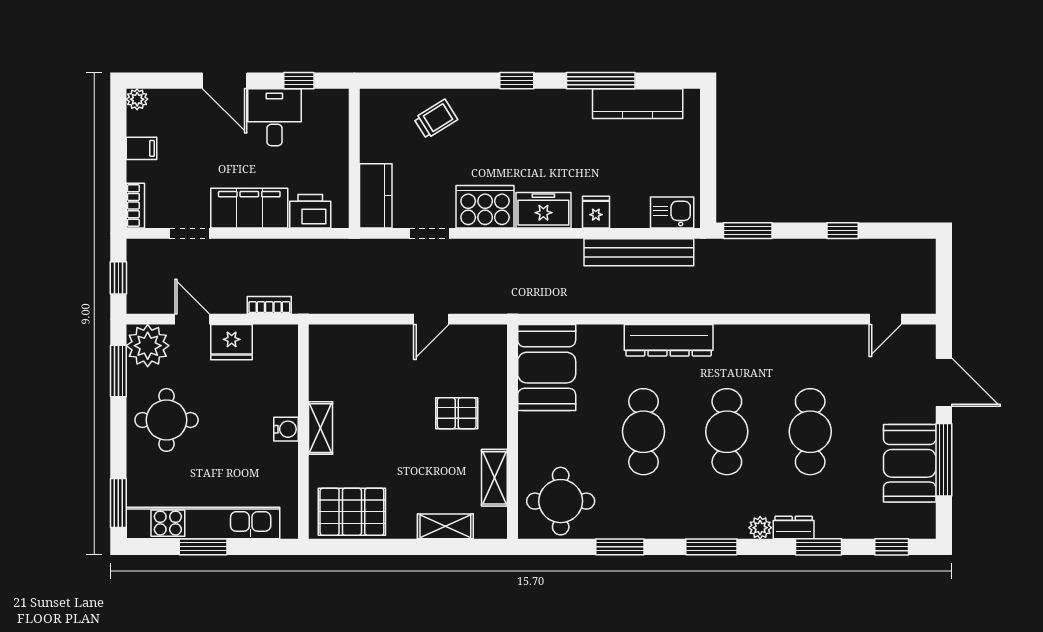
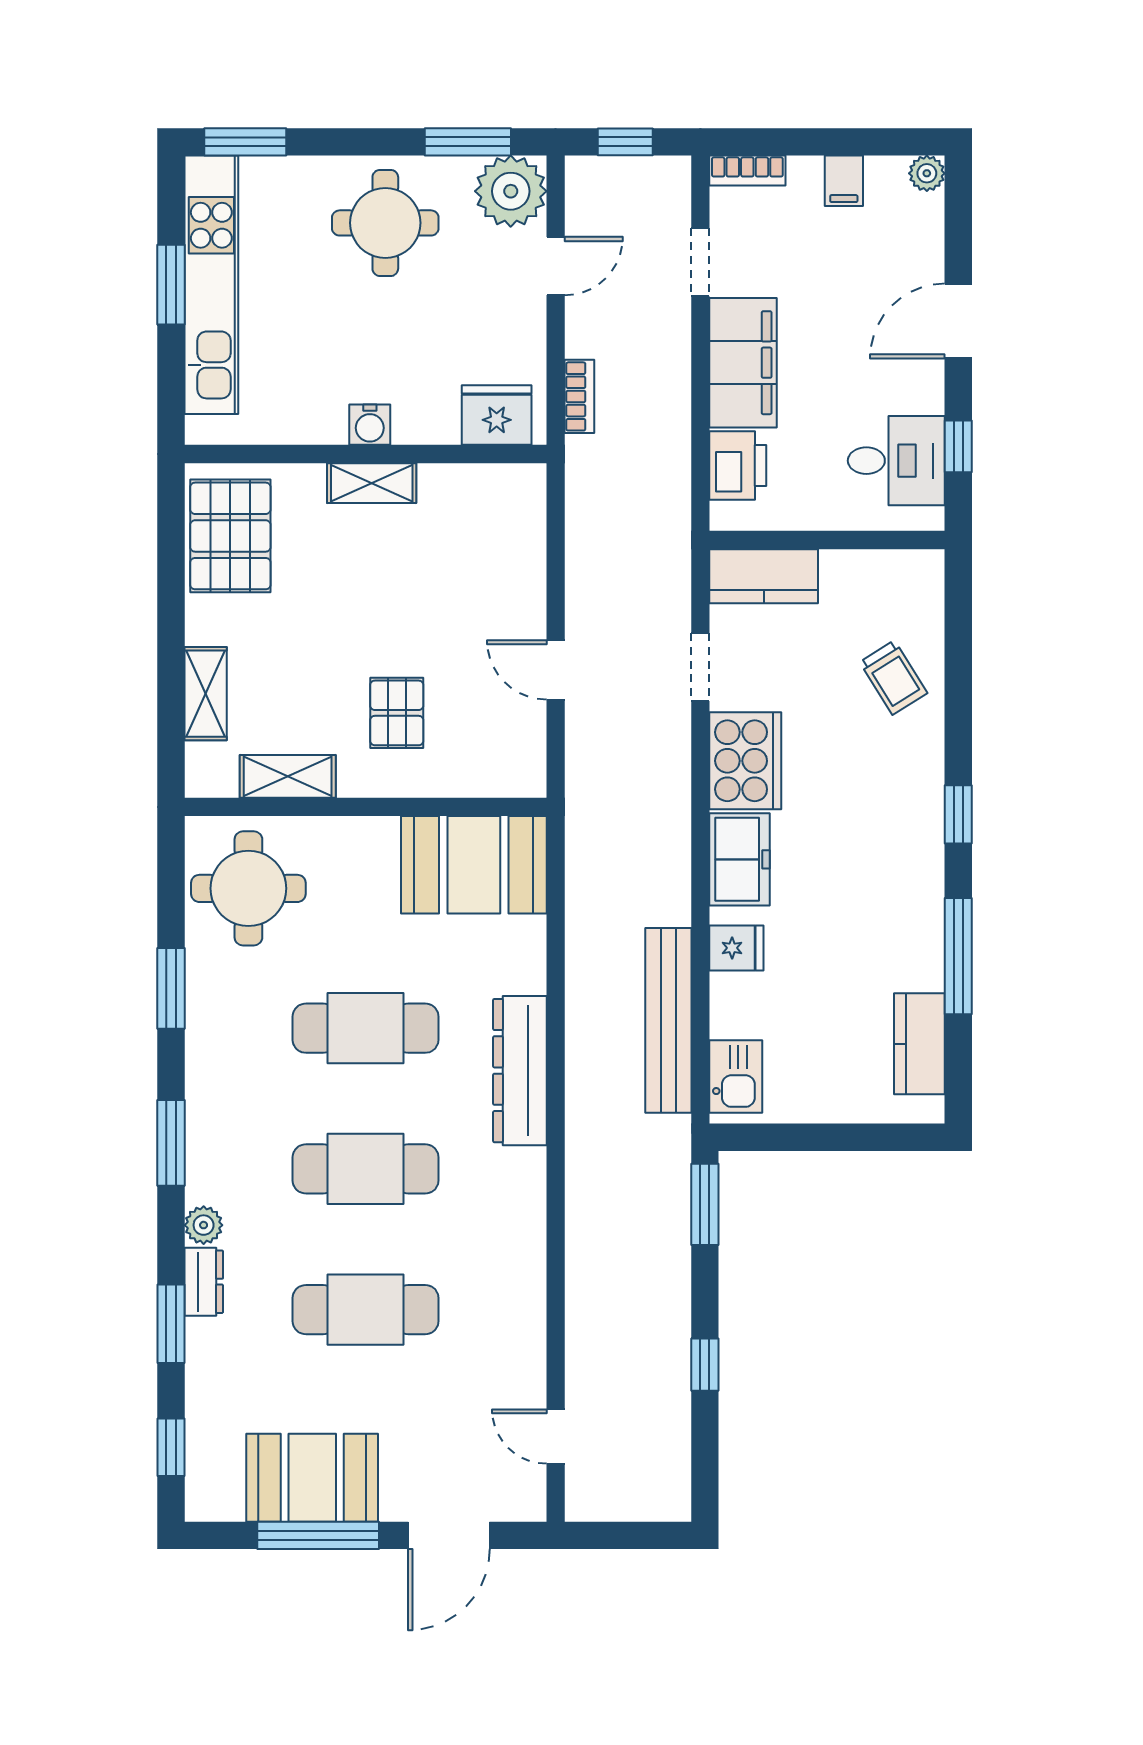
kitchen counter: (638, 104) -> (919, 1044), width x0.67
desk: (274, 117) -> (896, 461), moved
fridge: (232, 342) -> (497, 415), moved, turned 90

